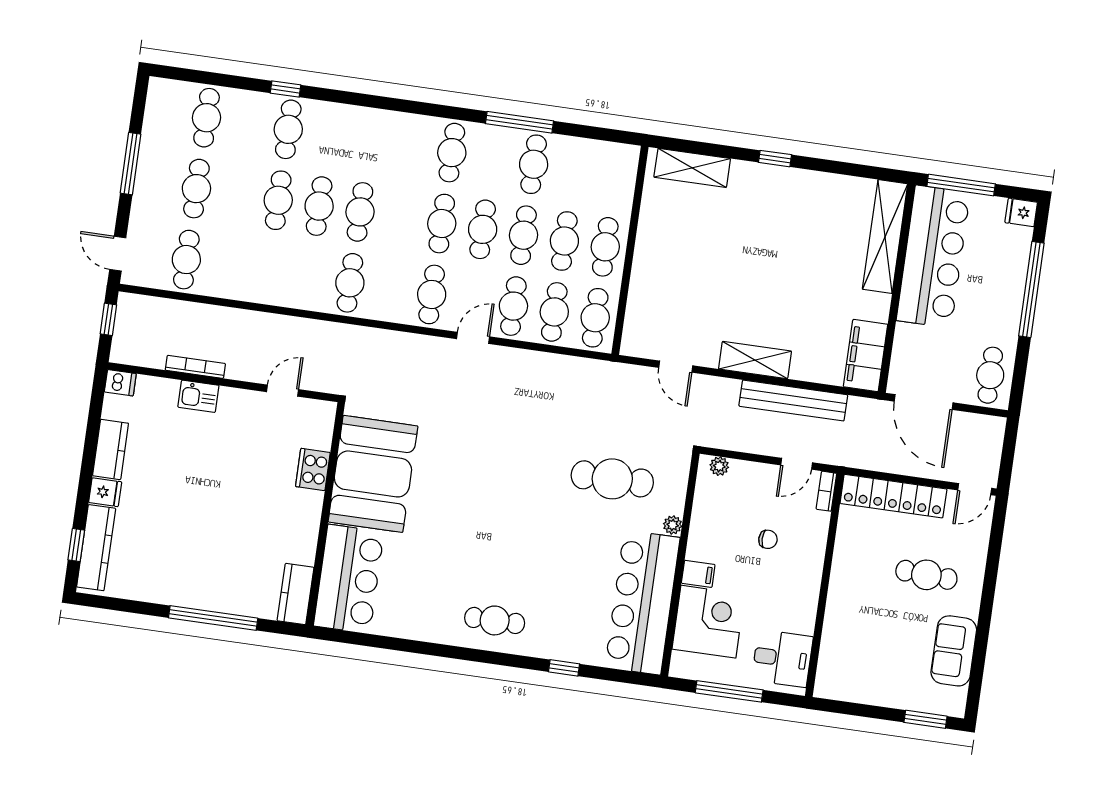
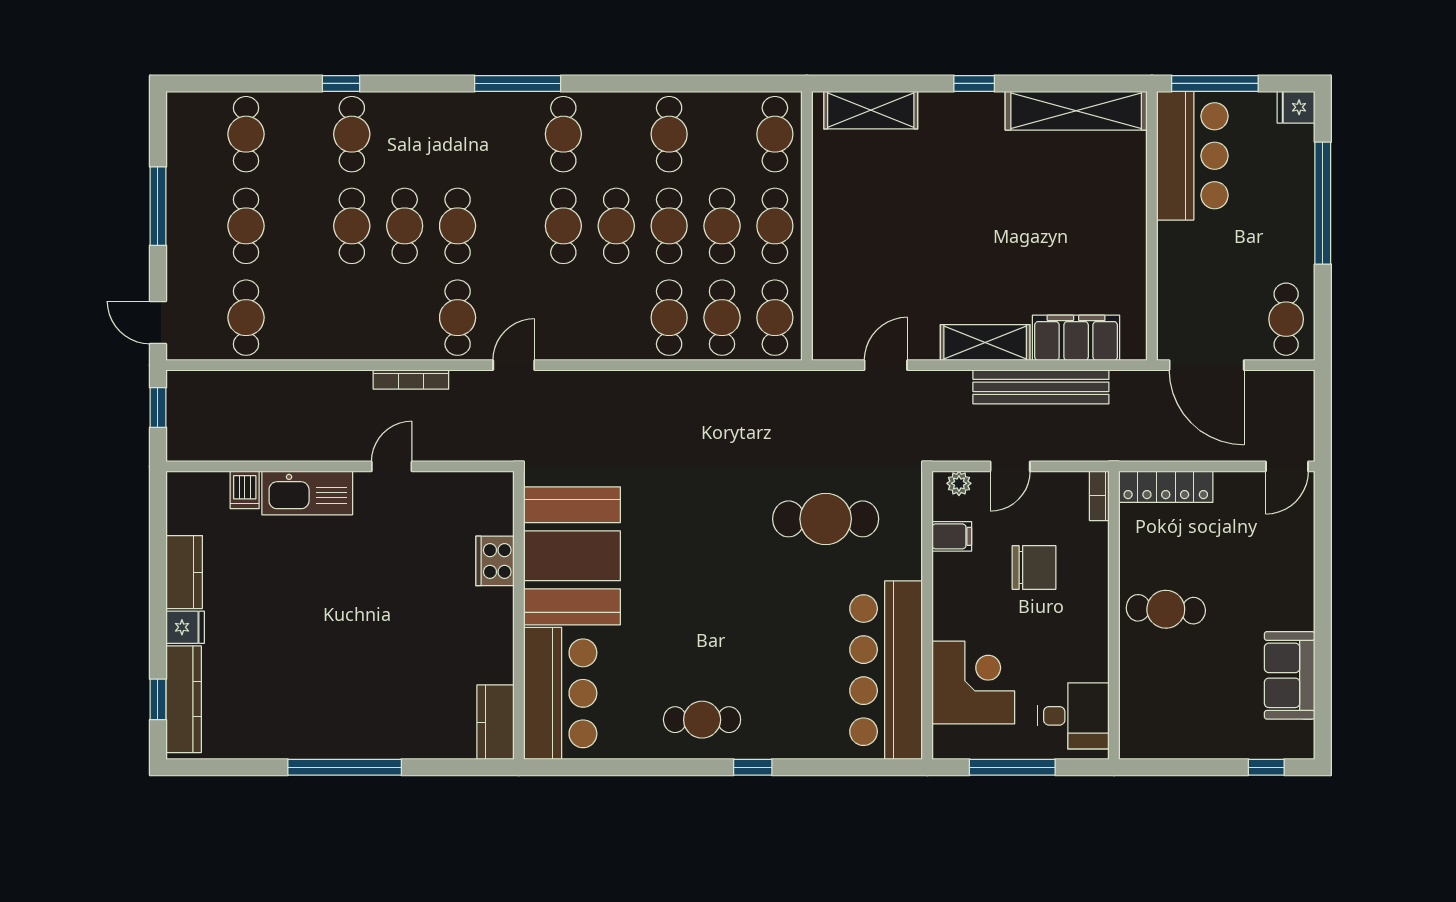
window: (520, 122) -> (518, 83), moved
shelving: (885, 237) -> (1076, 111), moved, turned 90
bar counter: (933, 257) -> (1192, 156), width x0.73
cafe table: (432, 294) -> (775, 134), moved
door: (473, 338) -> (514, 365), moved
filing cabinet: (866, 356) -> (1076, 338), moved, turned 90
bookcase: (195, 367) -> (411, 380), moved, turned 180
door: (676, 367) -> (886, 365), swing flipped
dishwasher: (120, 383) -> (245, 490), moved, turned 90
kitchen sink: (198, 396) -> (307, 493), width x1.87, depth x1.24
door: (797, 464) -> (1010, 466), moved
cooker: (313, 469) -> (495, 561), moved
booth: (373, 474) -> (572, 556), moved
locker: (893, 496) -> (1166, 487), width x0.71, depth x0.83
wall: (325, 514) -> (519, 615), moved
plant: (673, 525) -> (910, 566), removed
chair: (768, 539) -> (1034, 567), width x1.87, depth x1.87
filing cabinet: (698, 574) -> (952, 536), moved
cafe table: (926, 575) -> (1166, 609), moved
bar counter: (349, 579) -> (560, 693), moved
kitchen counter: (296, 594) -> (495, 722), moved
window: (564, 668) -> (753, 767), moved
window: (926, 719) -> (1266, 767), width x0.67

